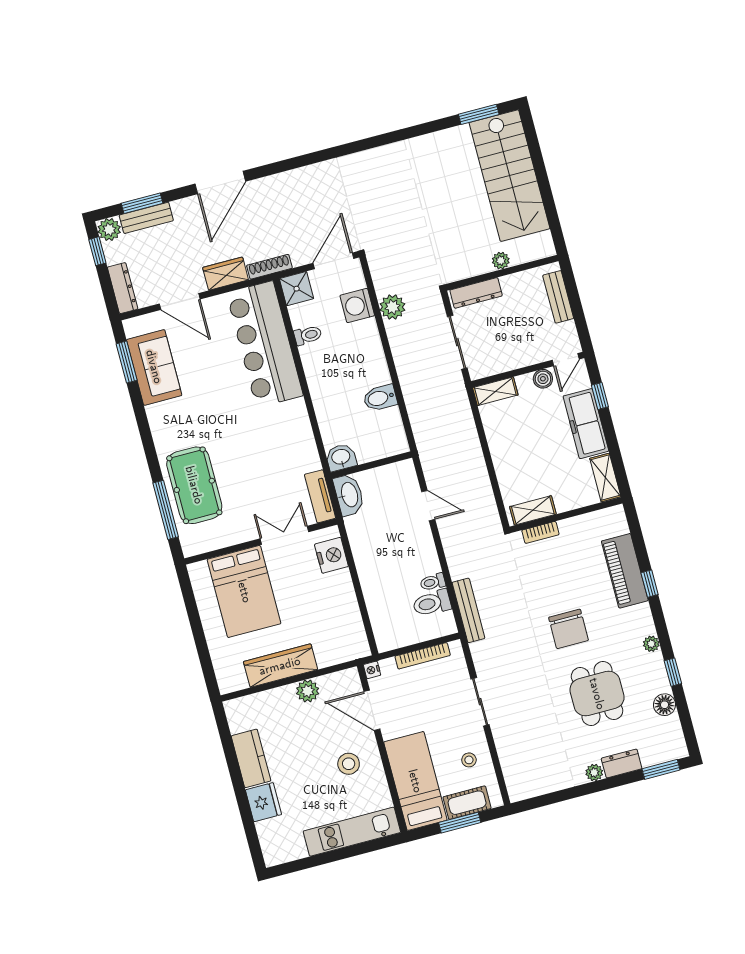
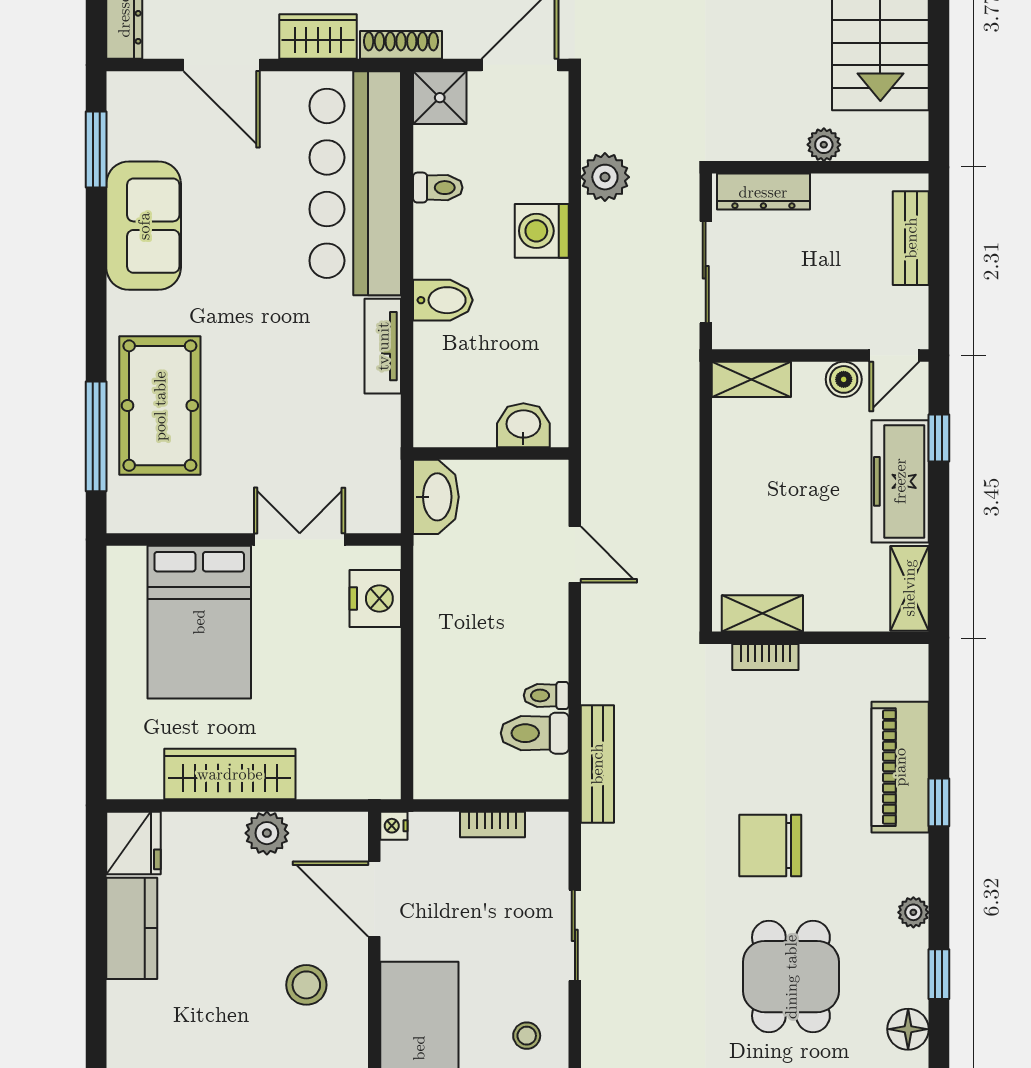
washing machine: (357, 306) -> (542, 231), moved
sofa: (154, 367) -> (144, 226), moved
bidet: (380, 398) -> (443, 300), moved, turned 180
washbasin: (341, 457) -> (523, 425), moved
tv unit: (320, 496) -> (383, 346), moved
chair: (569, 629) -> (770, 846), turned 90
bookcase: (423, 656) -> (492, 824), width x0.64
fridge: (263, 802) -> (133, 843), moved

